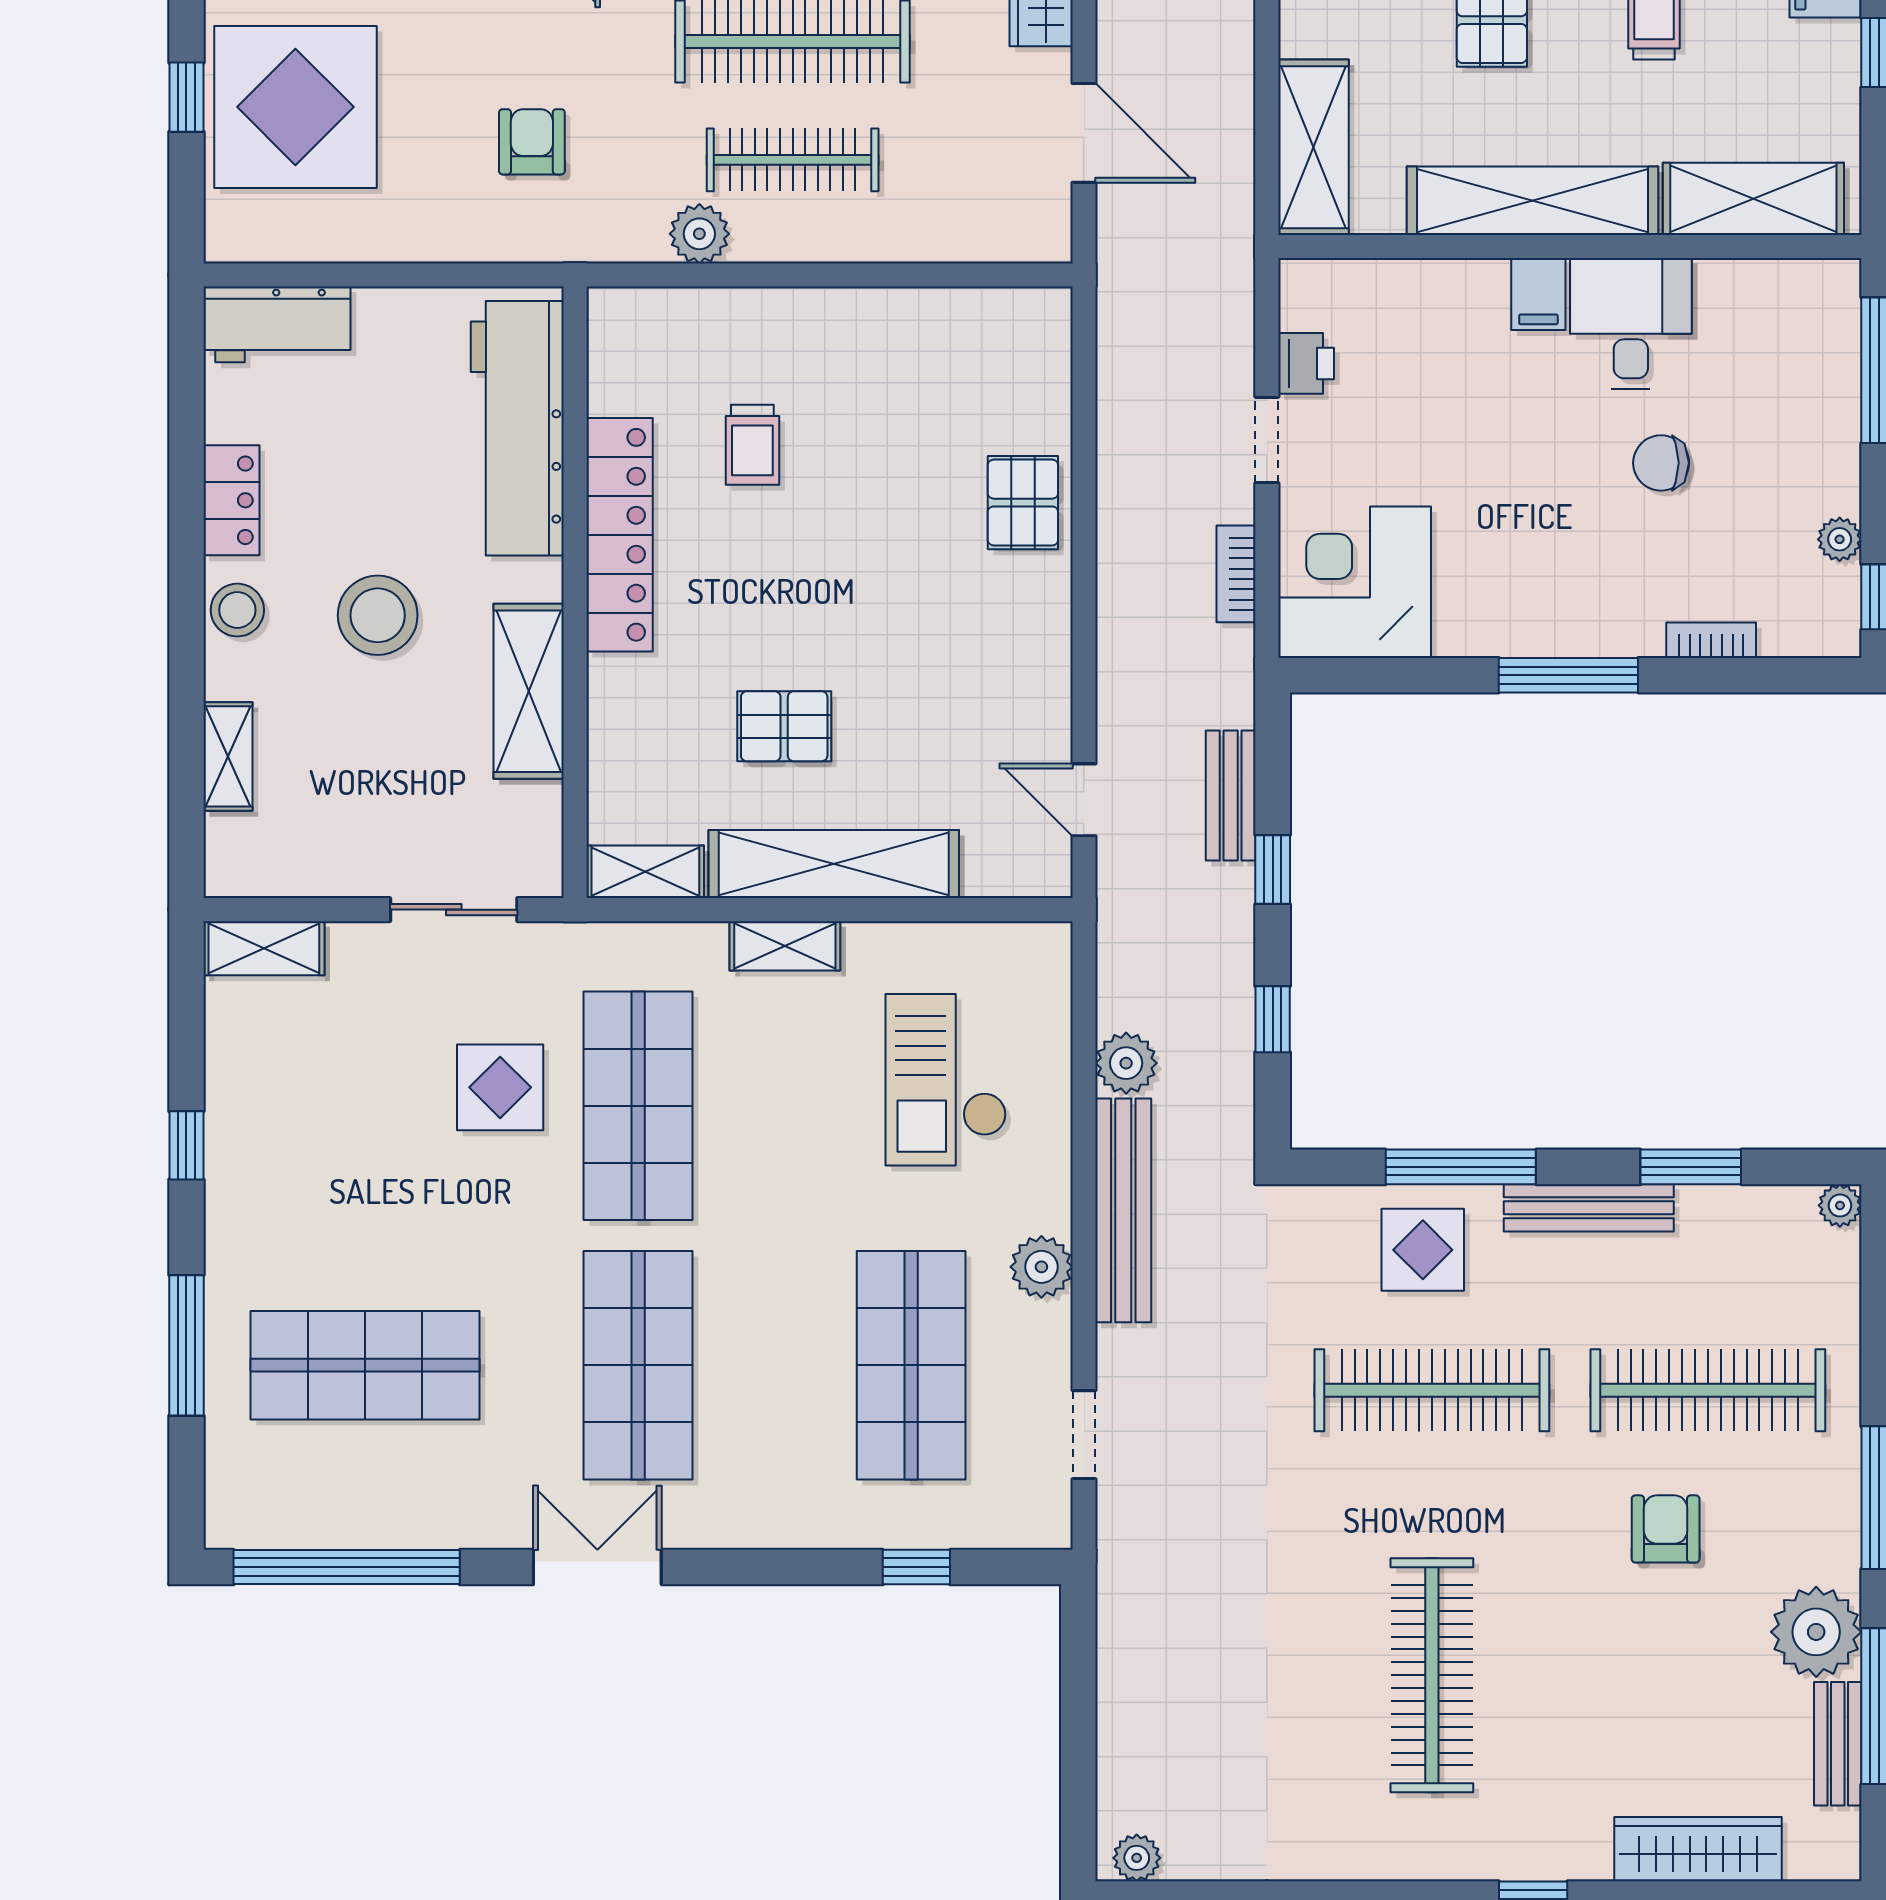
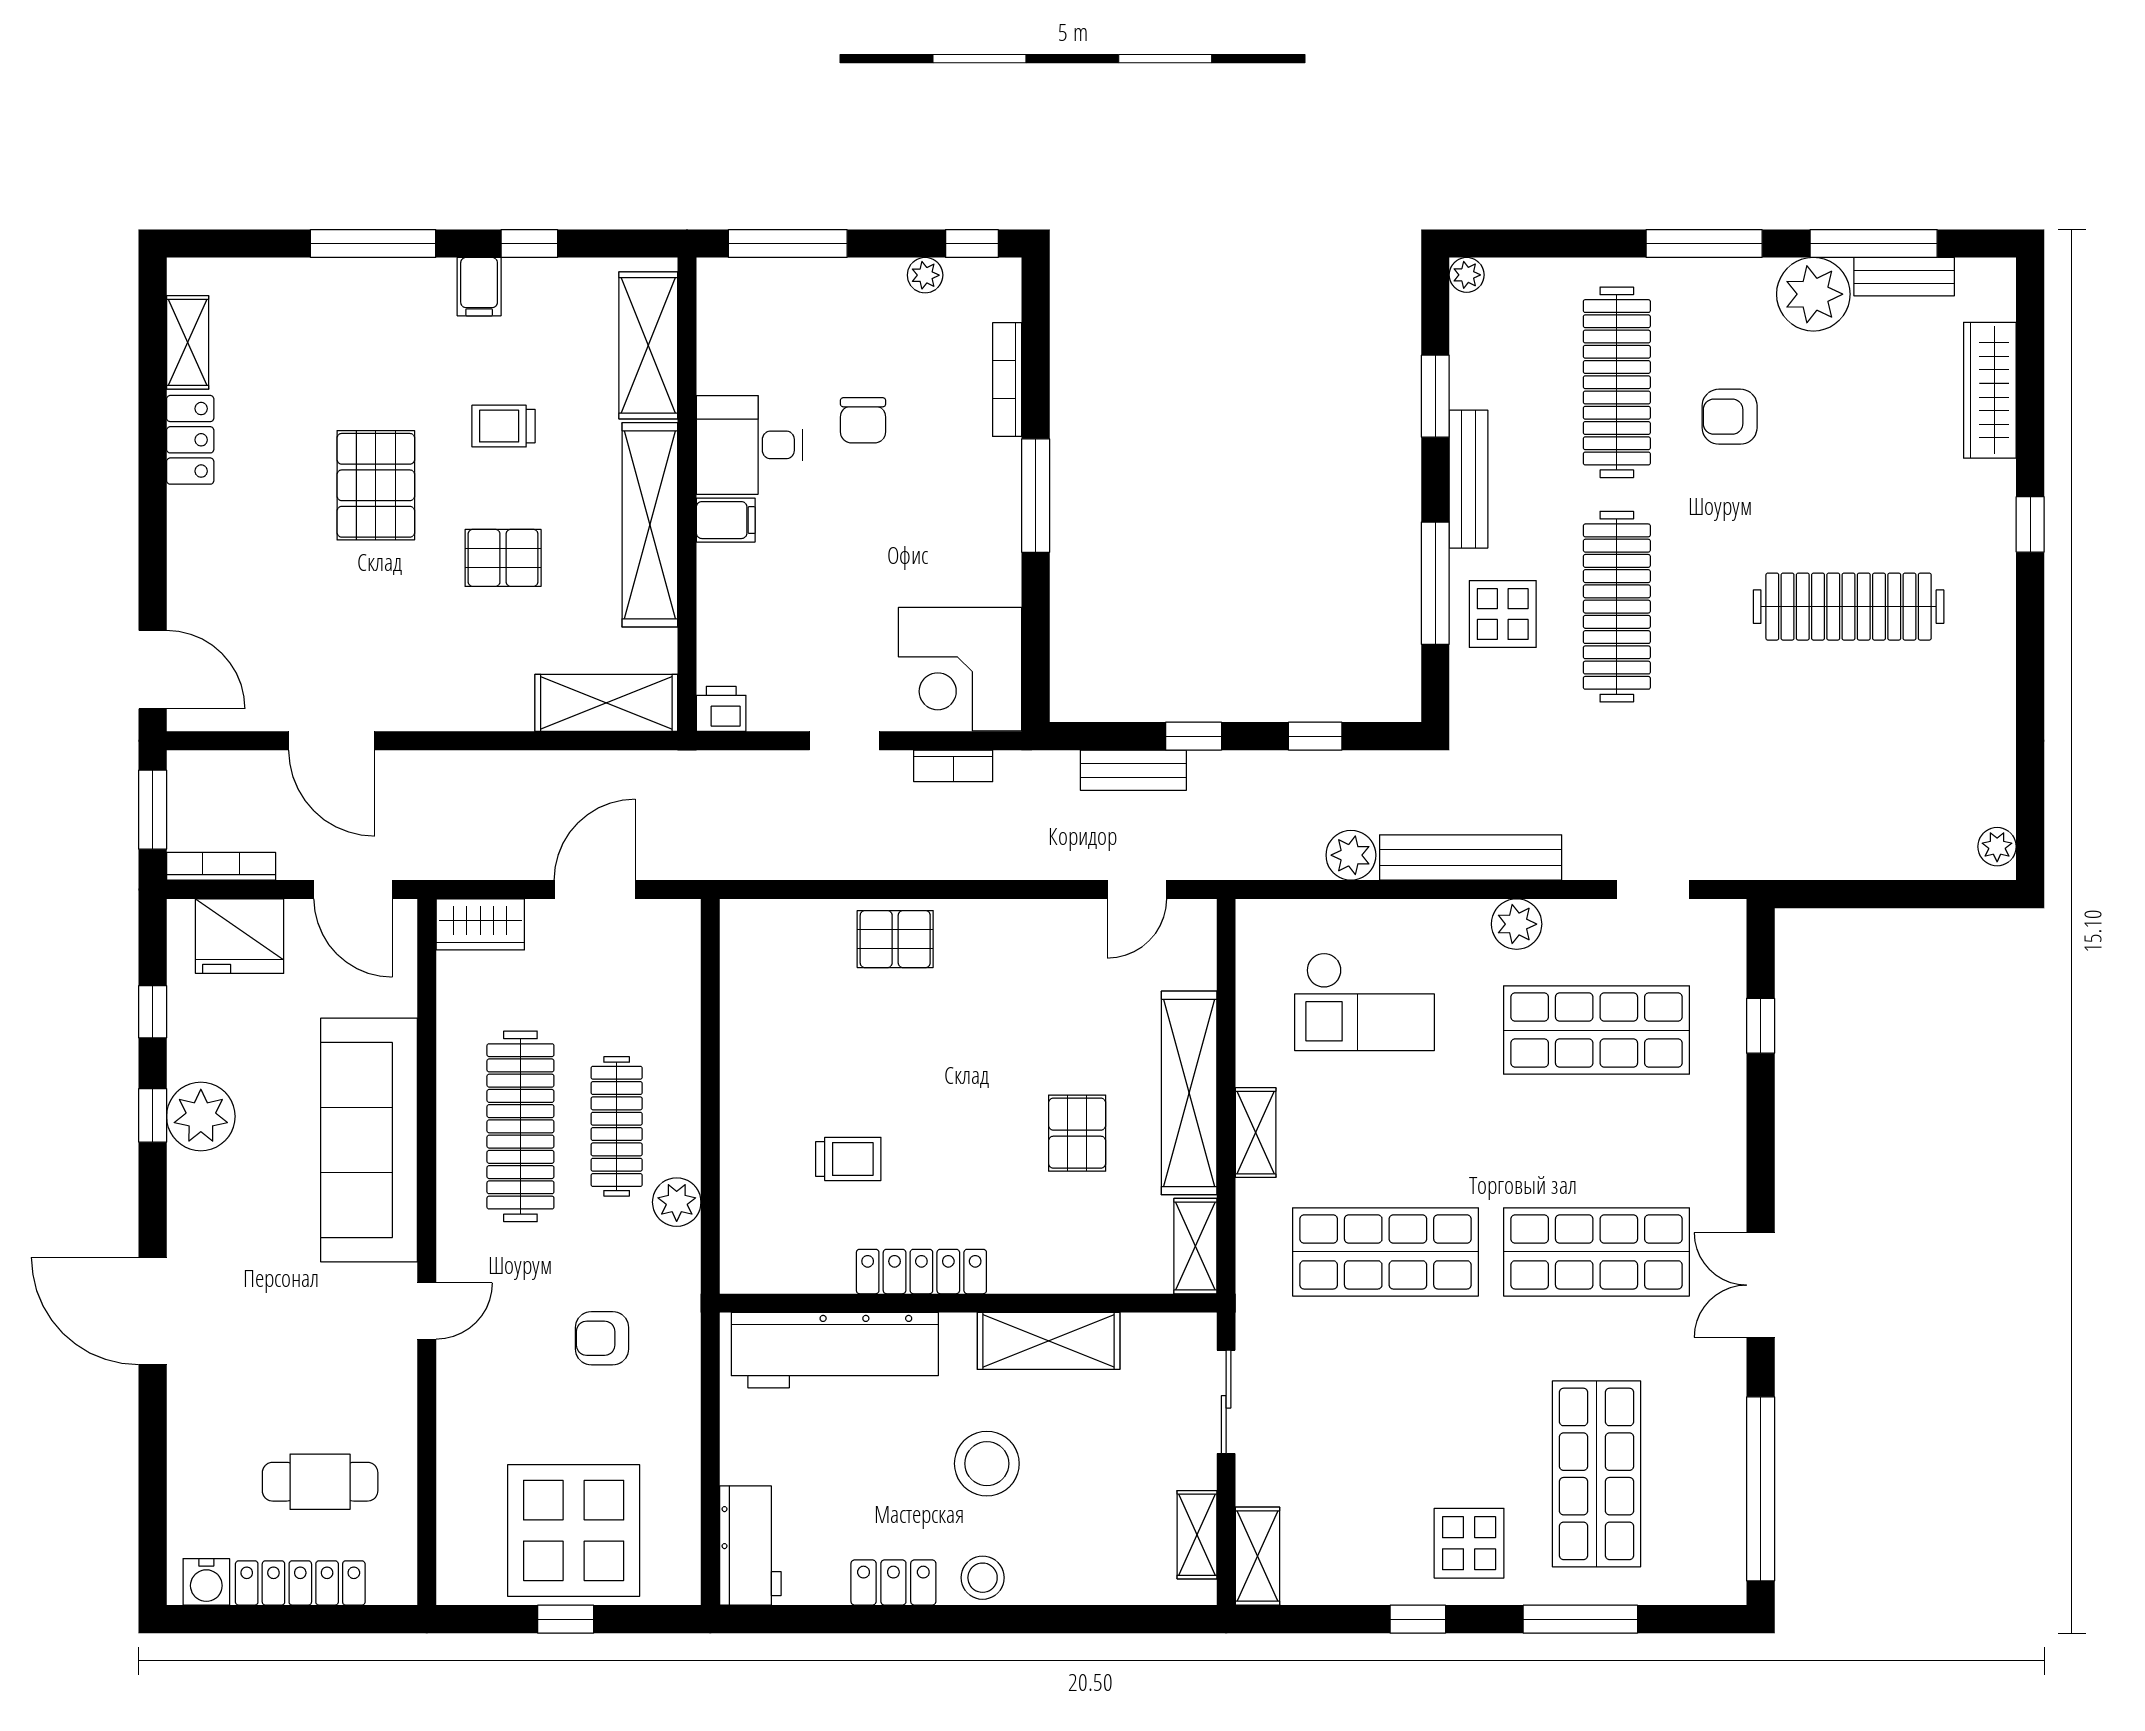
printer: (1306, 363) -> (721, 709), moved
locker: (620, 535) -> (921, 1272), width x0.71, depth x0.83
bookcase: (1711, 640) -> (1007, 380), width x1.56
shelving: (228, 756) -> (1197, 1535), moved, turned 90
display table: (500, 1087) -> (1469, 1543), moved

